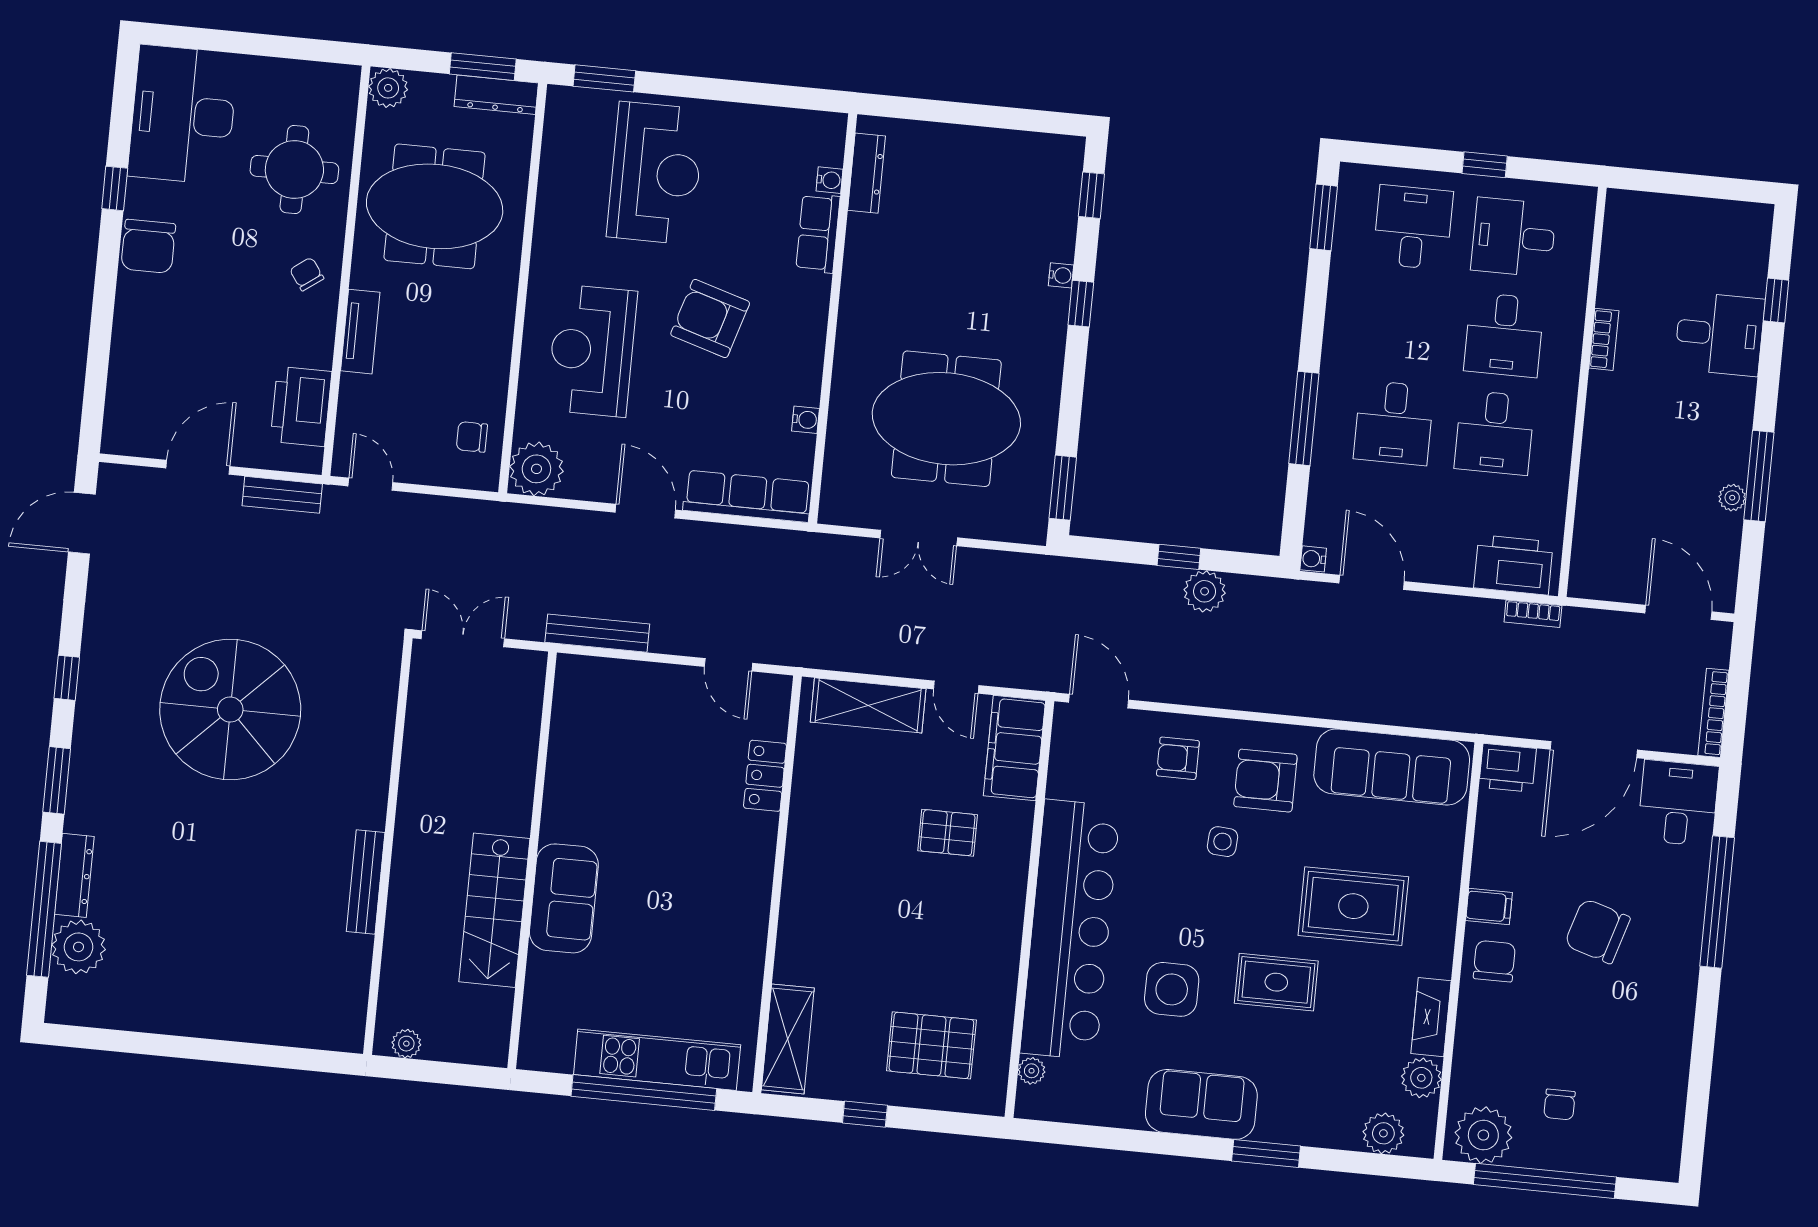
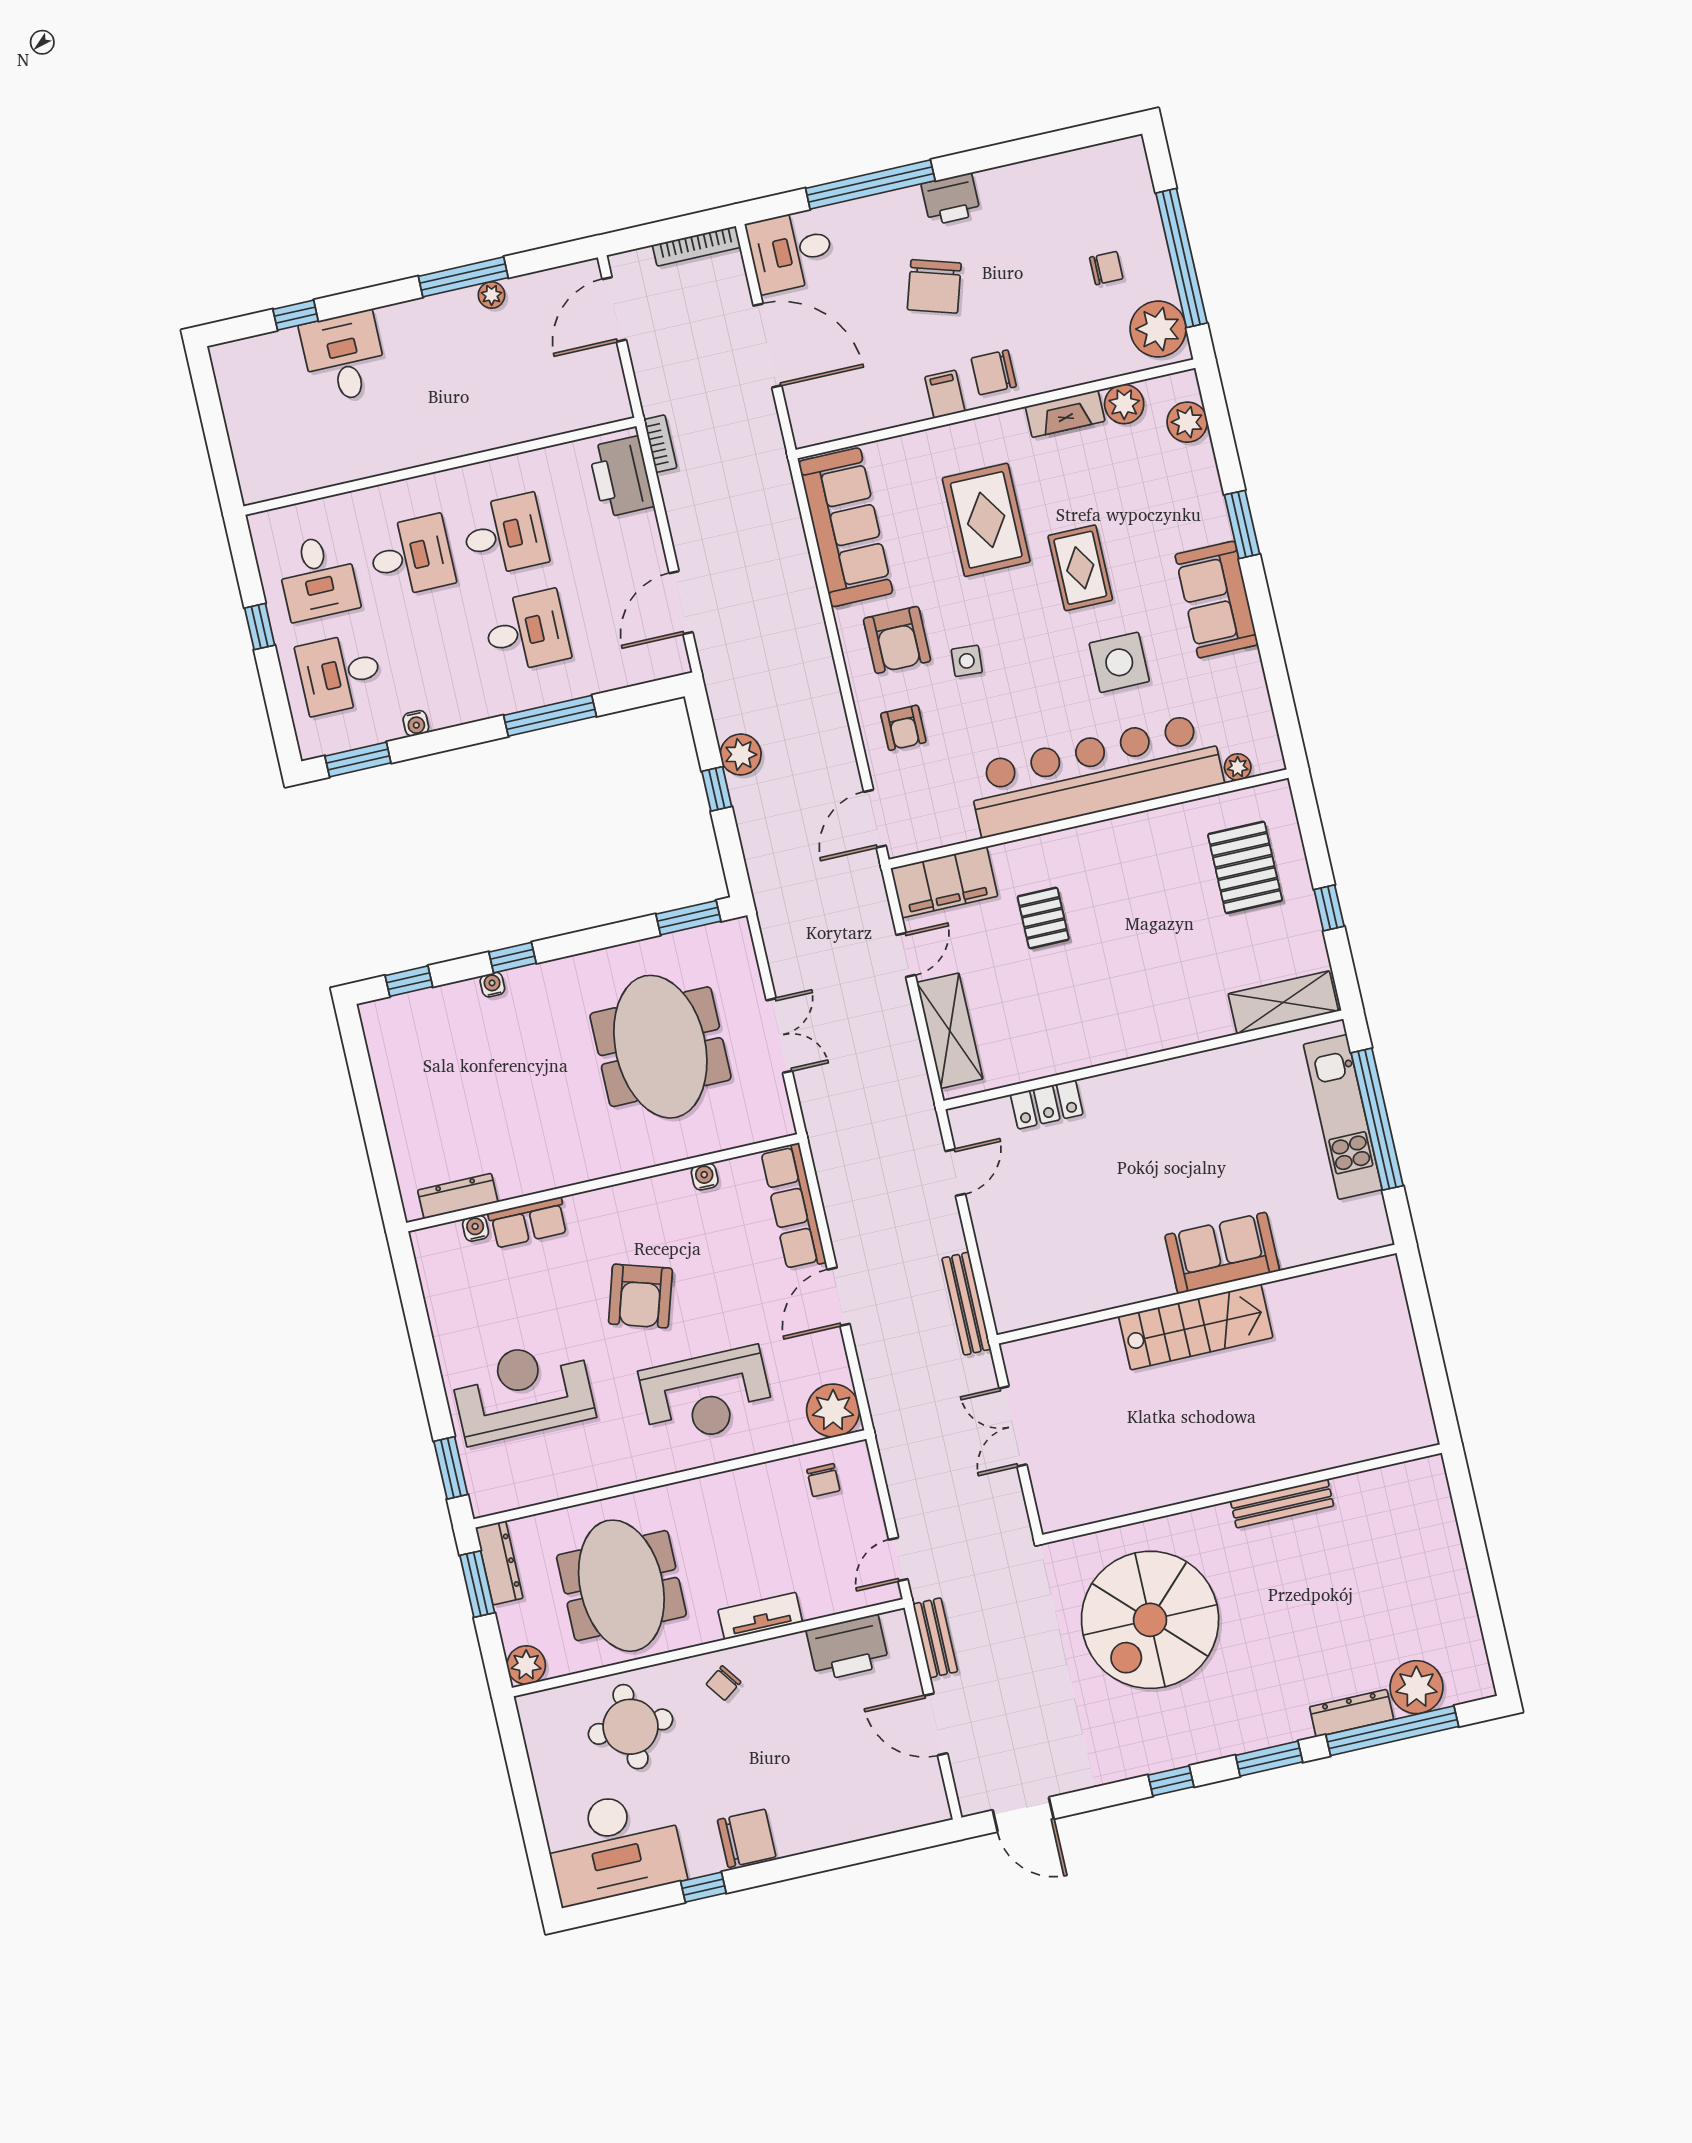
bookcase: (1604, 339) -> (385, 462), removed
water cooler: (1313, 559) -> (416, 723), moved
printer: (1508, 768) -> (951, 199), moved, turned 90
wall: (388, 846) -> (1242, 1494), moved
bench: (366, 882) -> (1282, 1503), moved
stairs: (494, 910) -> (1196, 1327), moved
plant: (406, 1044) -> (1405, 1354), removed

